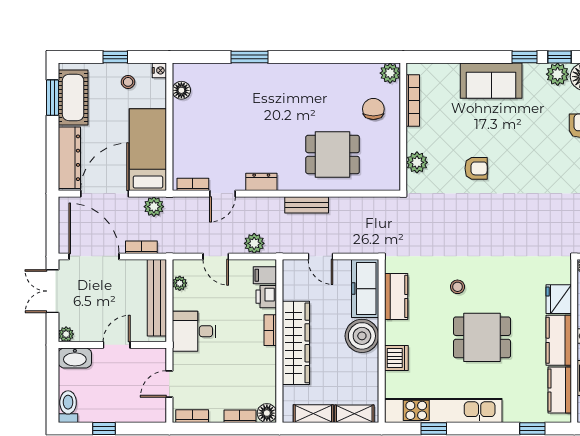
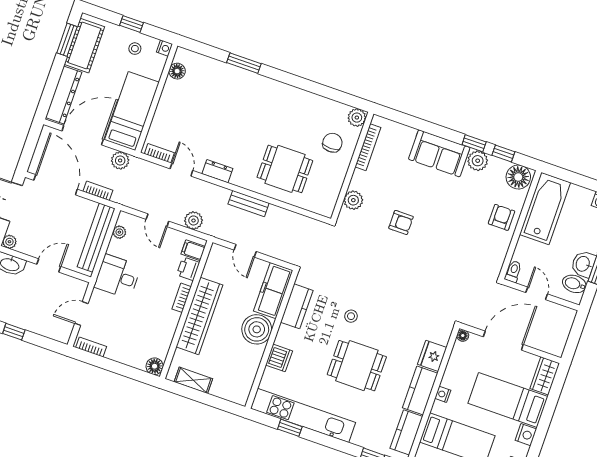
plant: (558, 74) -> (478, 161), moved
door: (222, 194) -> (181, 170), swing flipped
shelving: (354, 414) -> (228, 392), removed
bookcase: (240, 416) -> (131, 361), removed

